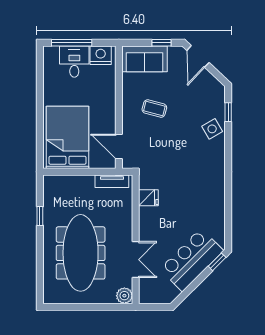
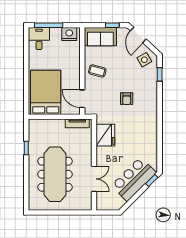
desk: (74, 62) -> (39, 39), moved
coffee table: (154, 109) -> (97, 71), moved
side table: (212, 129) -> (144, 60), moved
armchair: (182, 146) -> (127, 99), added
fridge: (148, 198) -> (105, 135), width x1.88, depth x1.34
plant: (124, 296) -> (86, 205), removed

